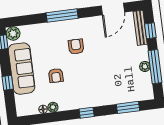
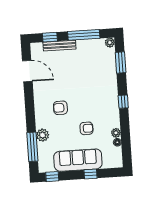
window: (62, 16) -> (32, 147), moved
bench: (140, 28) -> (59, 46), moved
plant: (13, 34) -> (43, 135), moved
plant: (145, 66) -> (110, 43), moved

